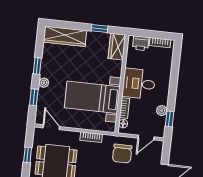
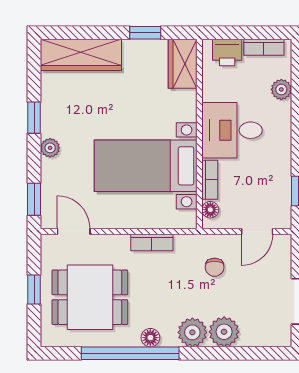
window: (34, 97) -> (34, 199), moved
plant: (162, 111) -> (281, 89), moved
chair: (122, 154) -> (215, 267), width x0.54, depth x0.54

